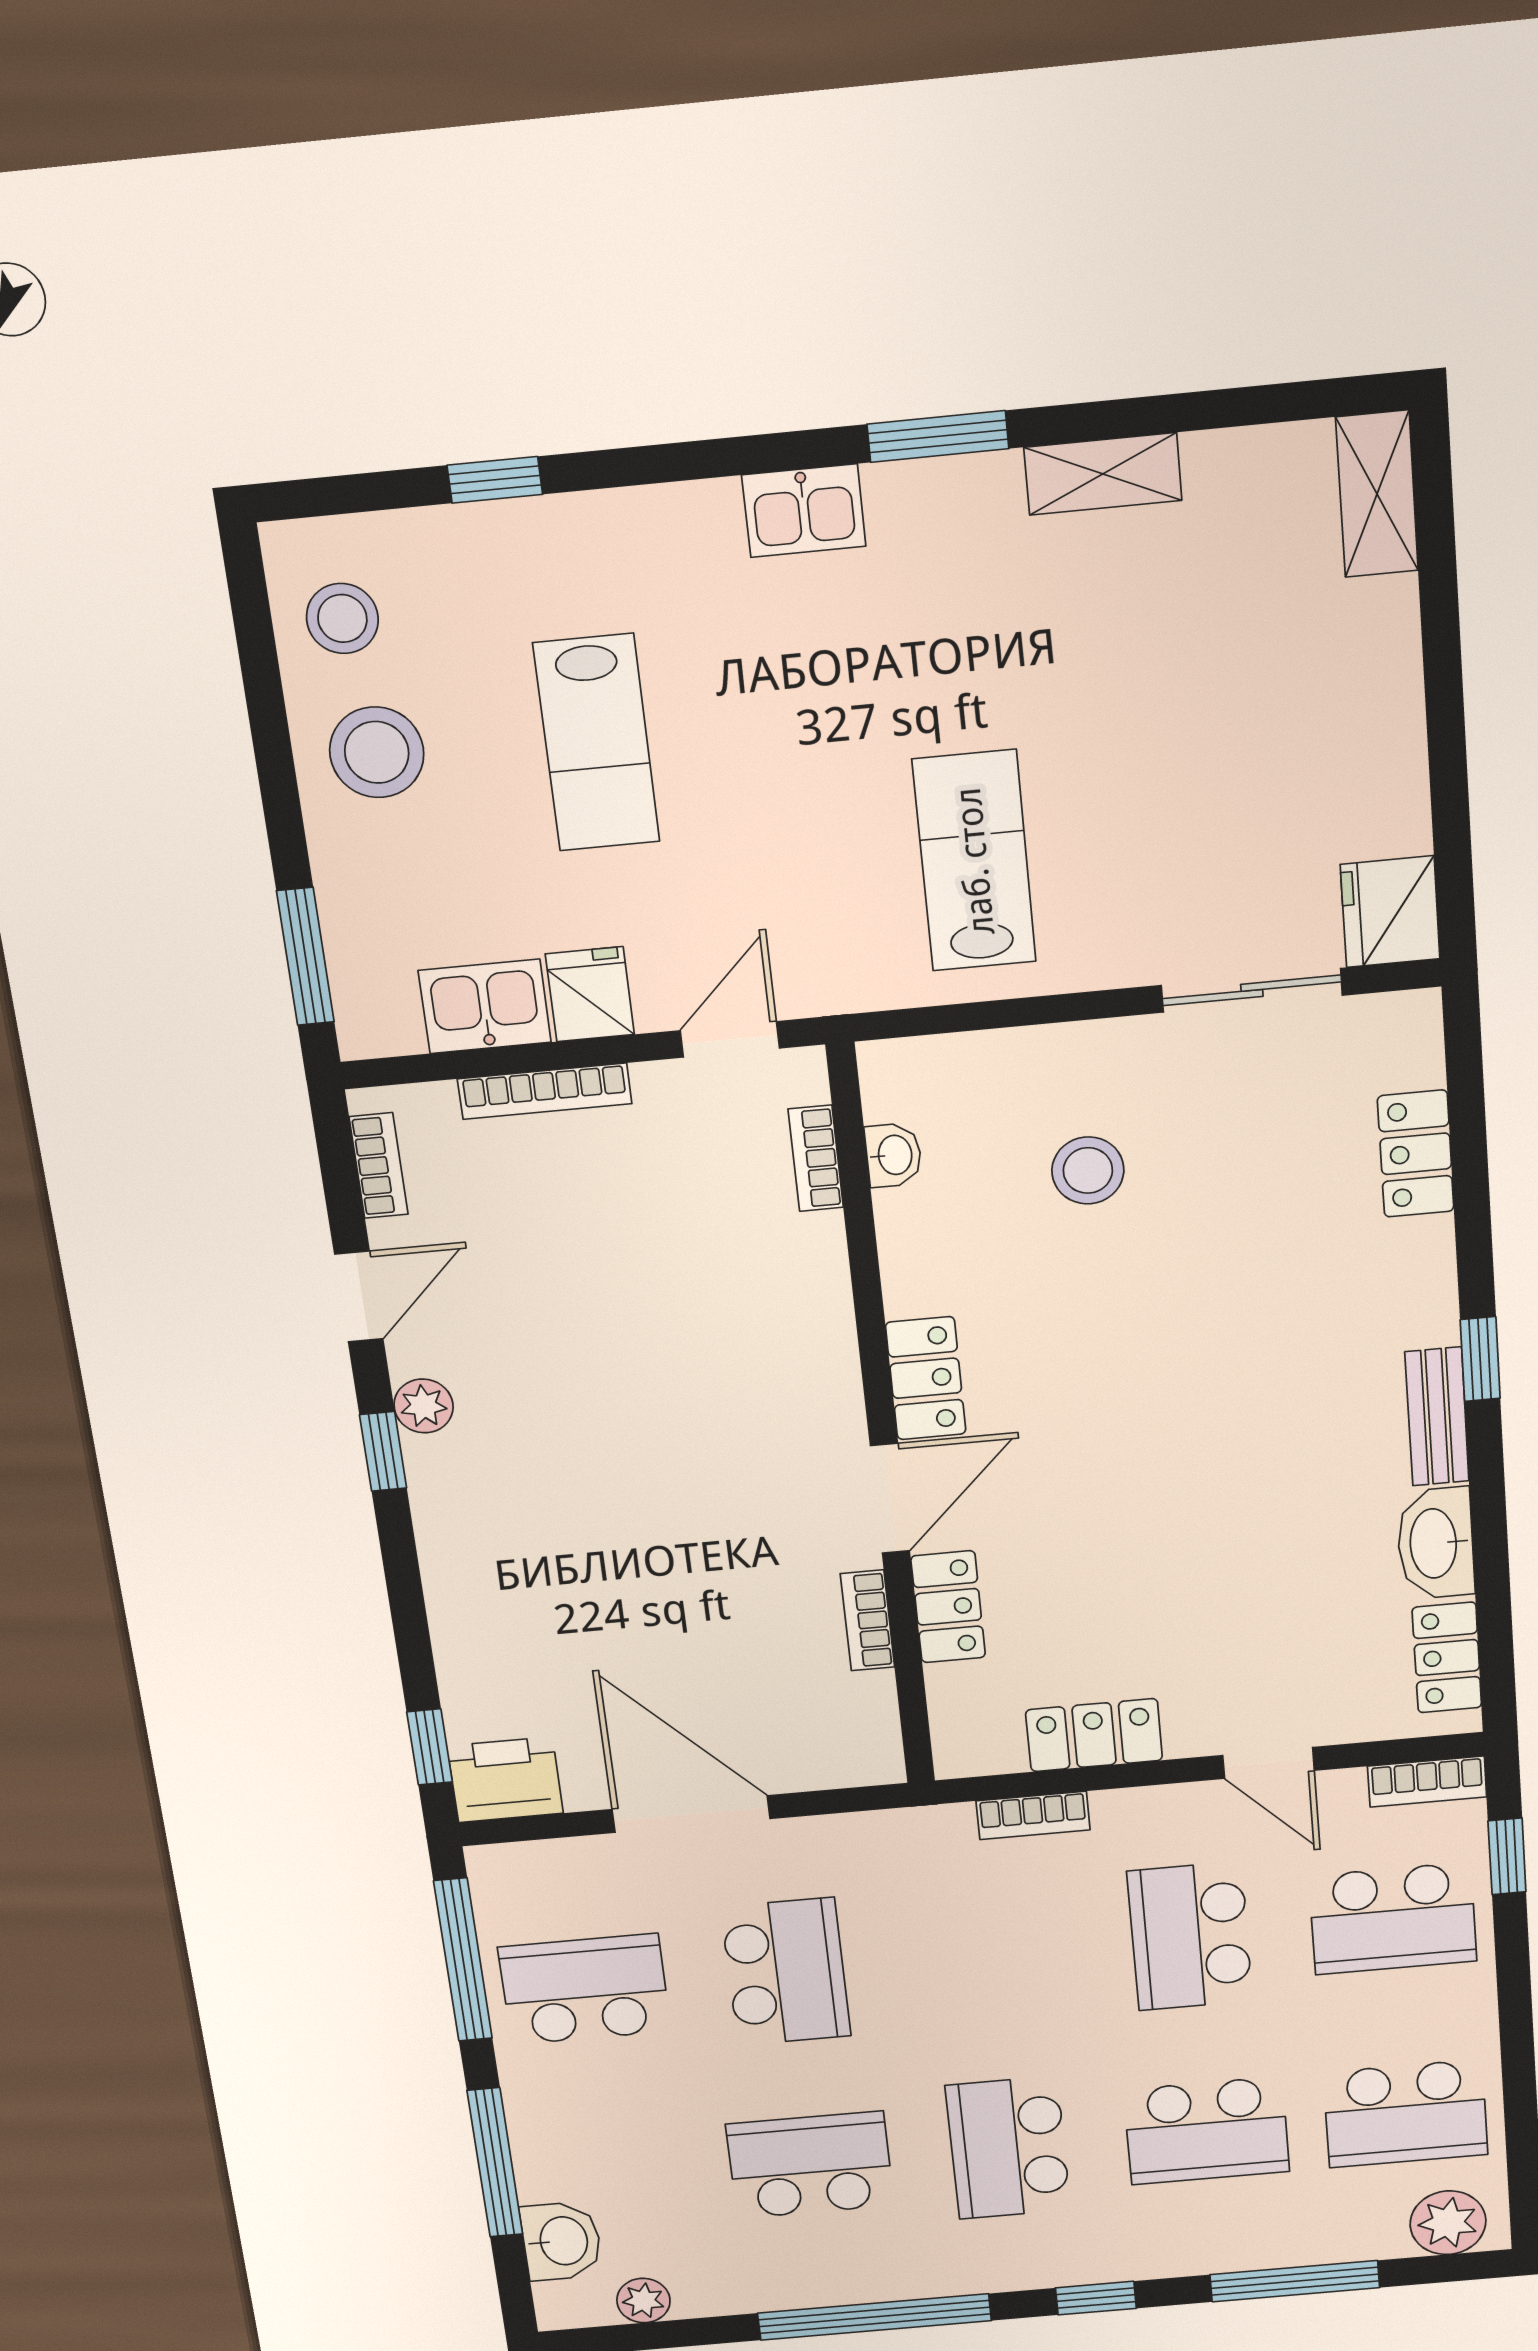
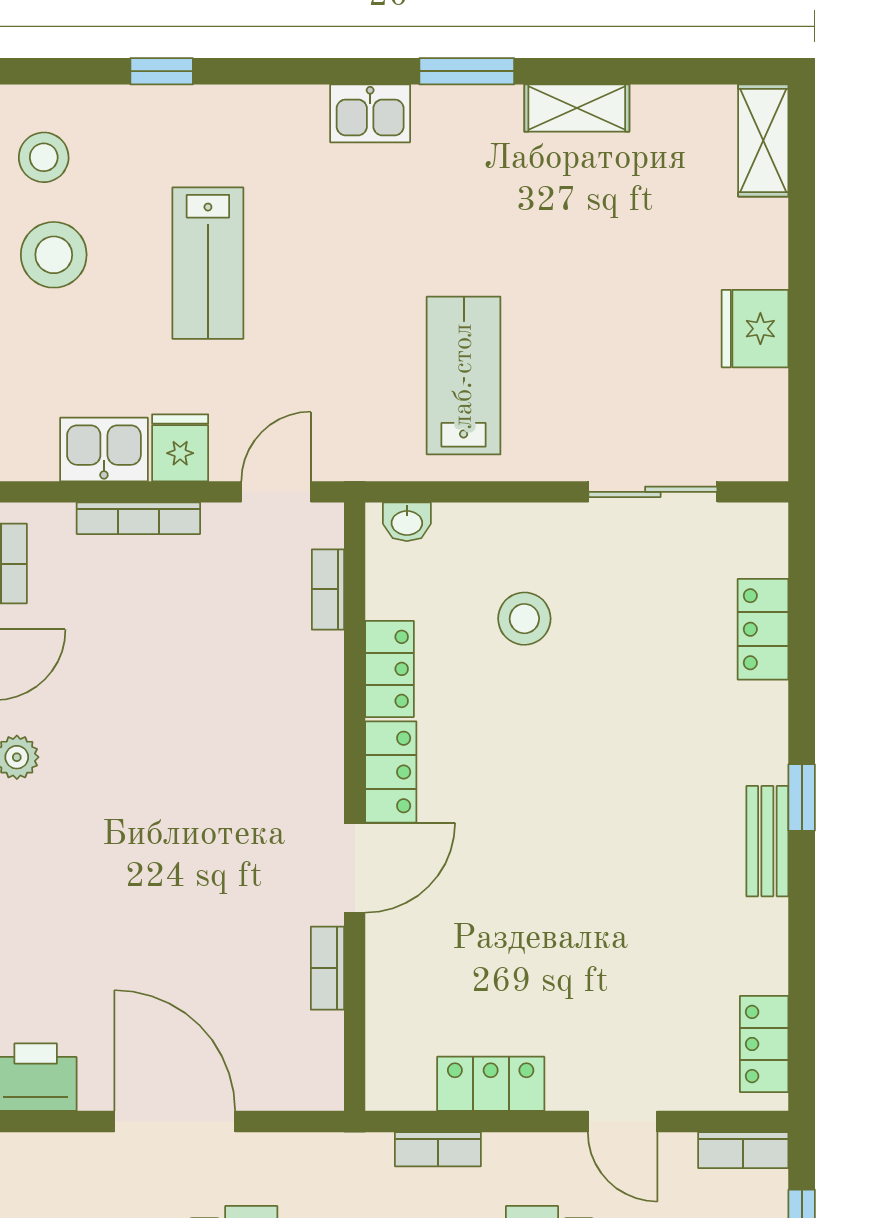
fridge: (1390, 912) -> (755, 329), moved
washbasin: (894, 1155) -> (407, 522), moved, turned 90
washbasin: (1435, 1543) -> (761, 946), removed
locker: (948, 1607) -> (389, 669), moved

